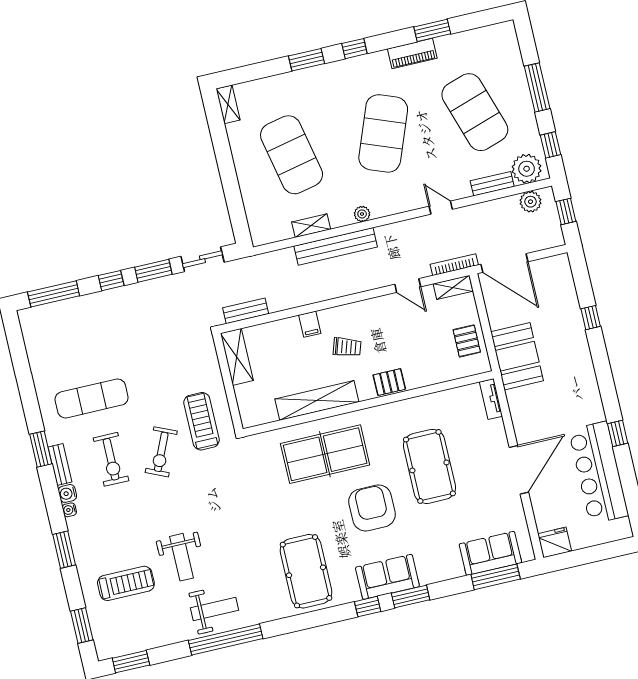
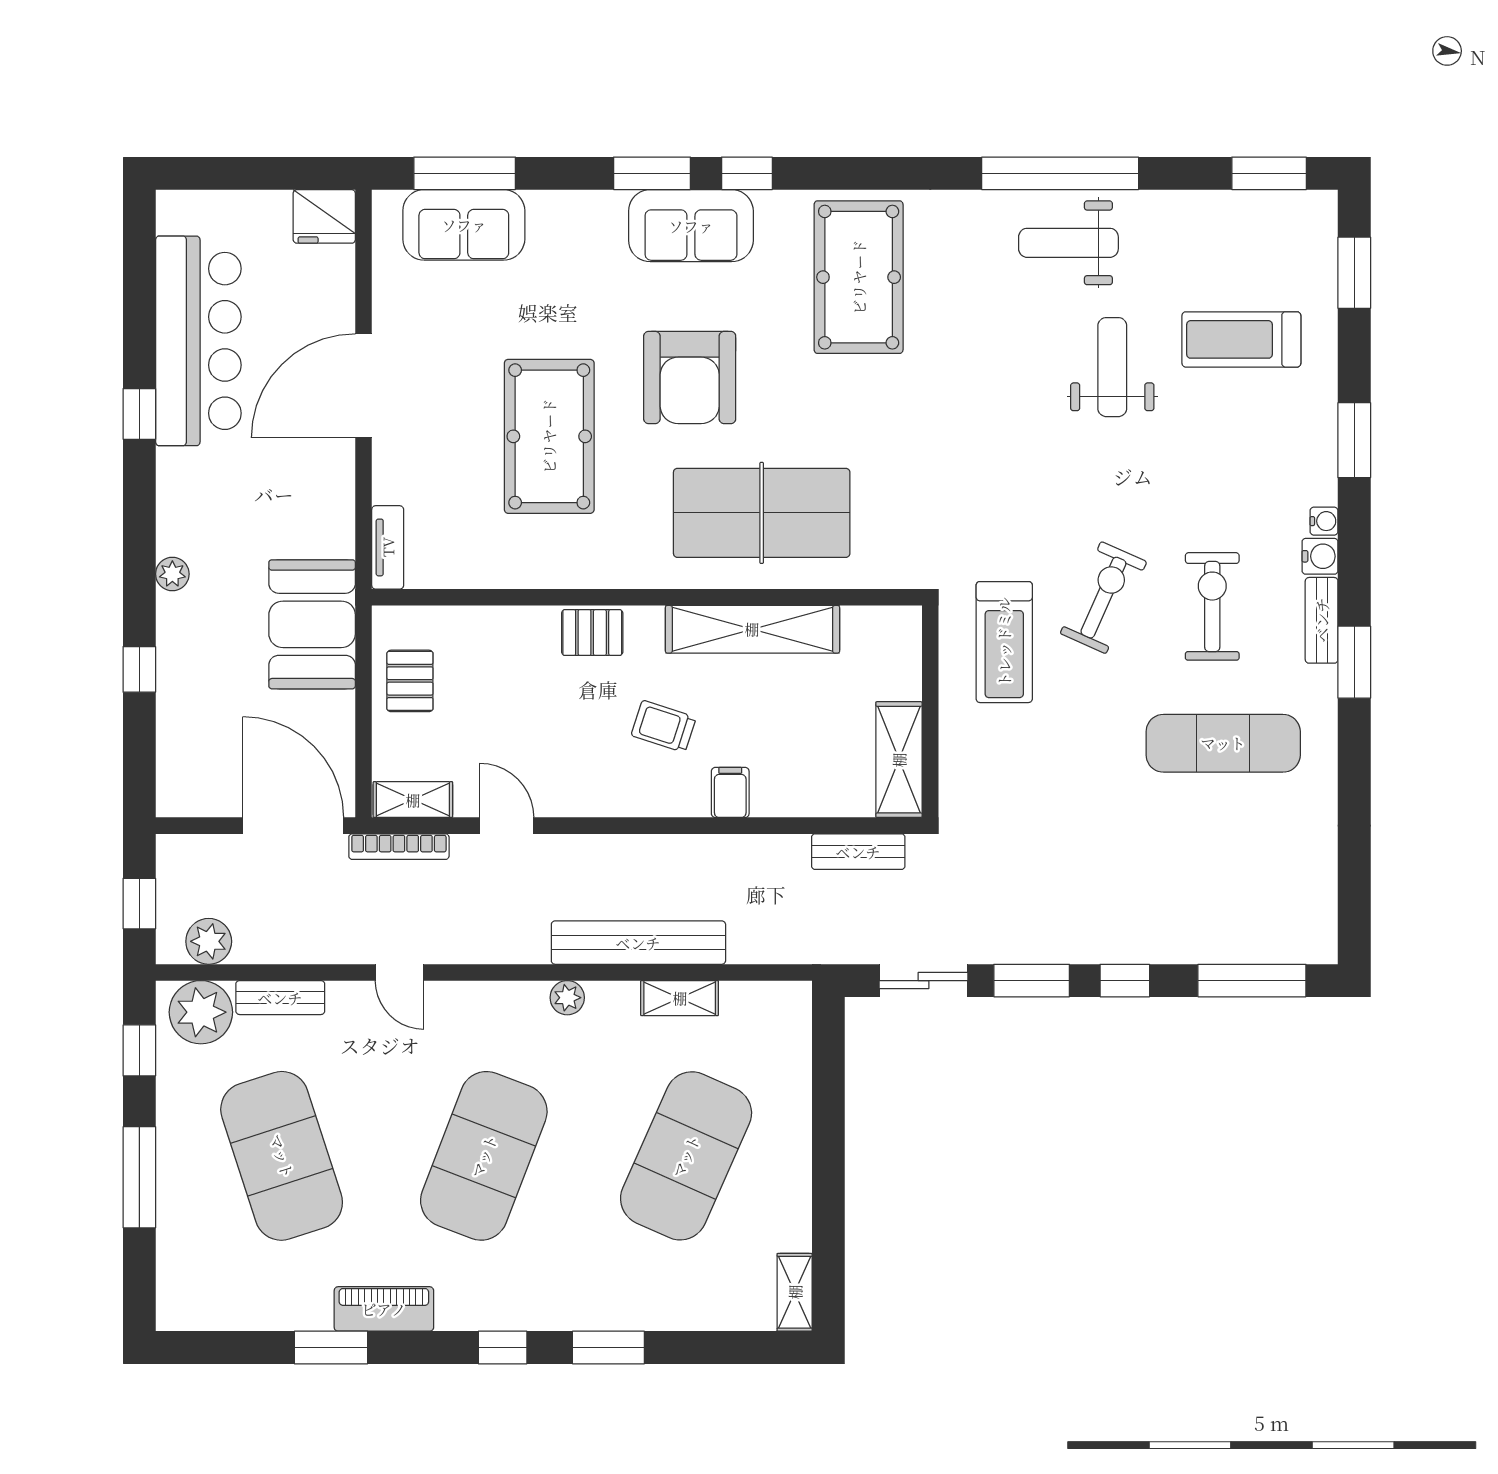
exercise mat: (292, 155) -> (686, 1156), turned 36
plant: (586, 364) -> (172, 574), added

